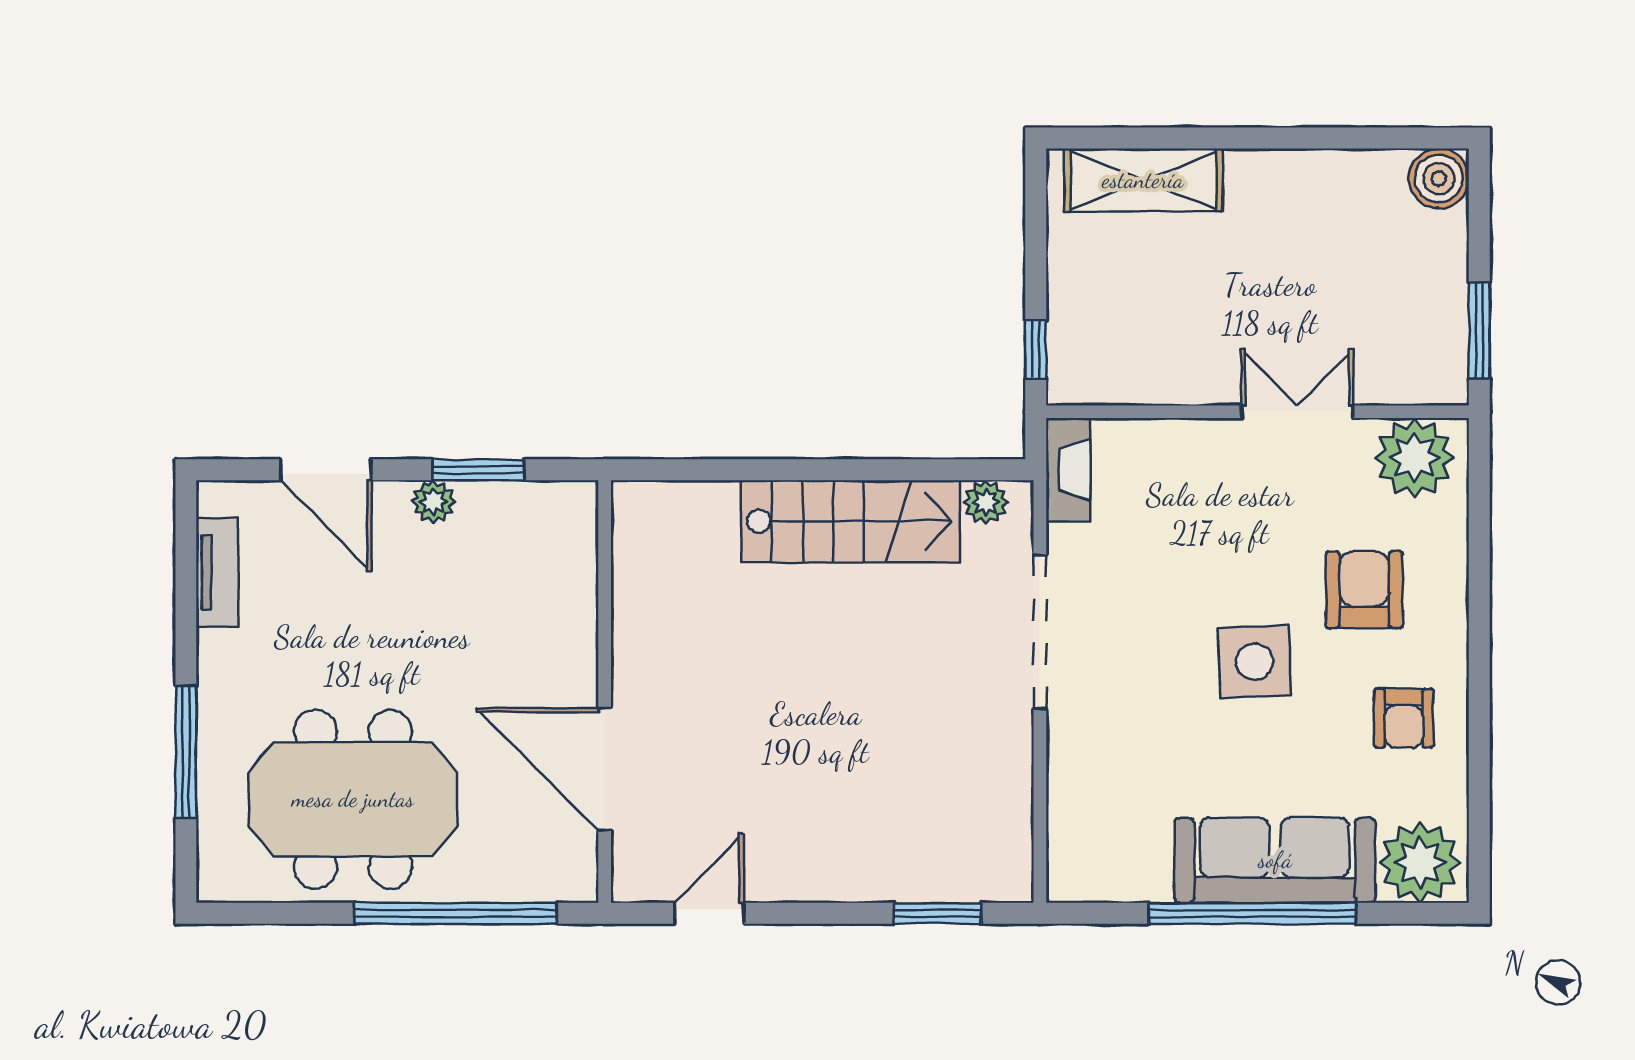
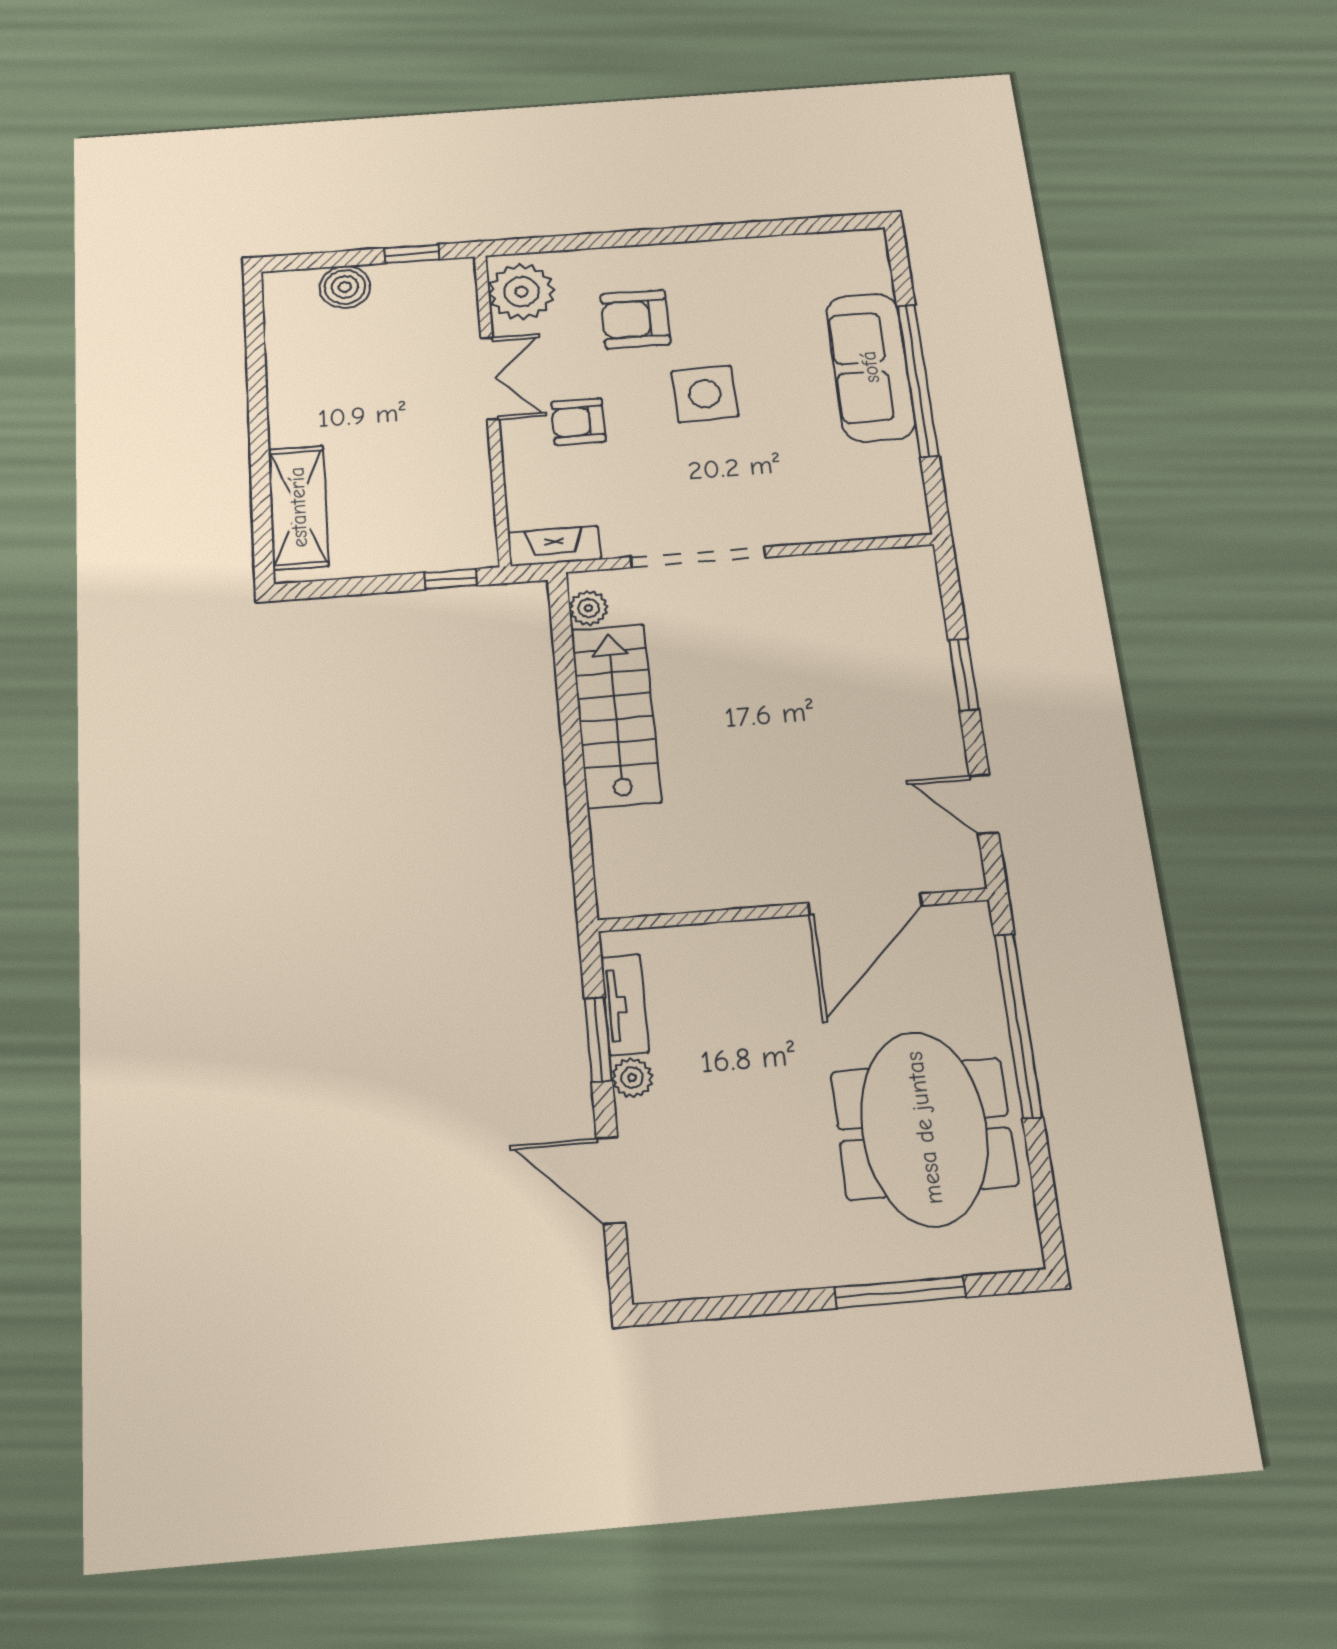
boiler: (1439, 179) -> (345, 287), moved
window: (1479, 331) -> (412, 254), width x0.67
double door: (1297, 412) -> (490, 378), swing flipped
door: (326, 470) -> (611, 1180), swing flipped
tv unit: (217, 572) -> (625, 1005), moved, turned 90
armchair: (1404, 718) -> (578, 422), moved, turned 180
plant: (1420, 862) -> (857, 264), removed
window: (937, 913) -> (964, 675), moved

